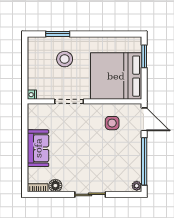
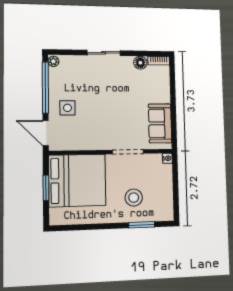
window: (144, 56) -> (46, 188), moved
side table: (112, 123) -> (67, 108), moved
sofa: (38, 148) -> (160, 123), moved

